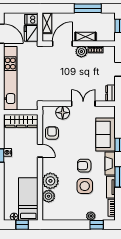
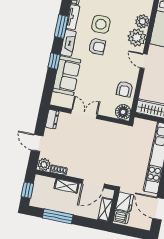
plant: (81, 52) -> (44, 165), moved
double door: (83, 104) -> (84, 114), swing flipped
floor lamp: (63, 113) -> (123, 112), moved
door: (40, 151) -> (144, 61), moved

